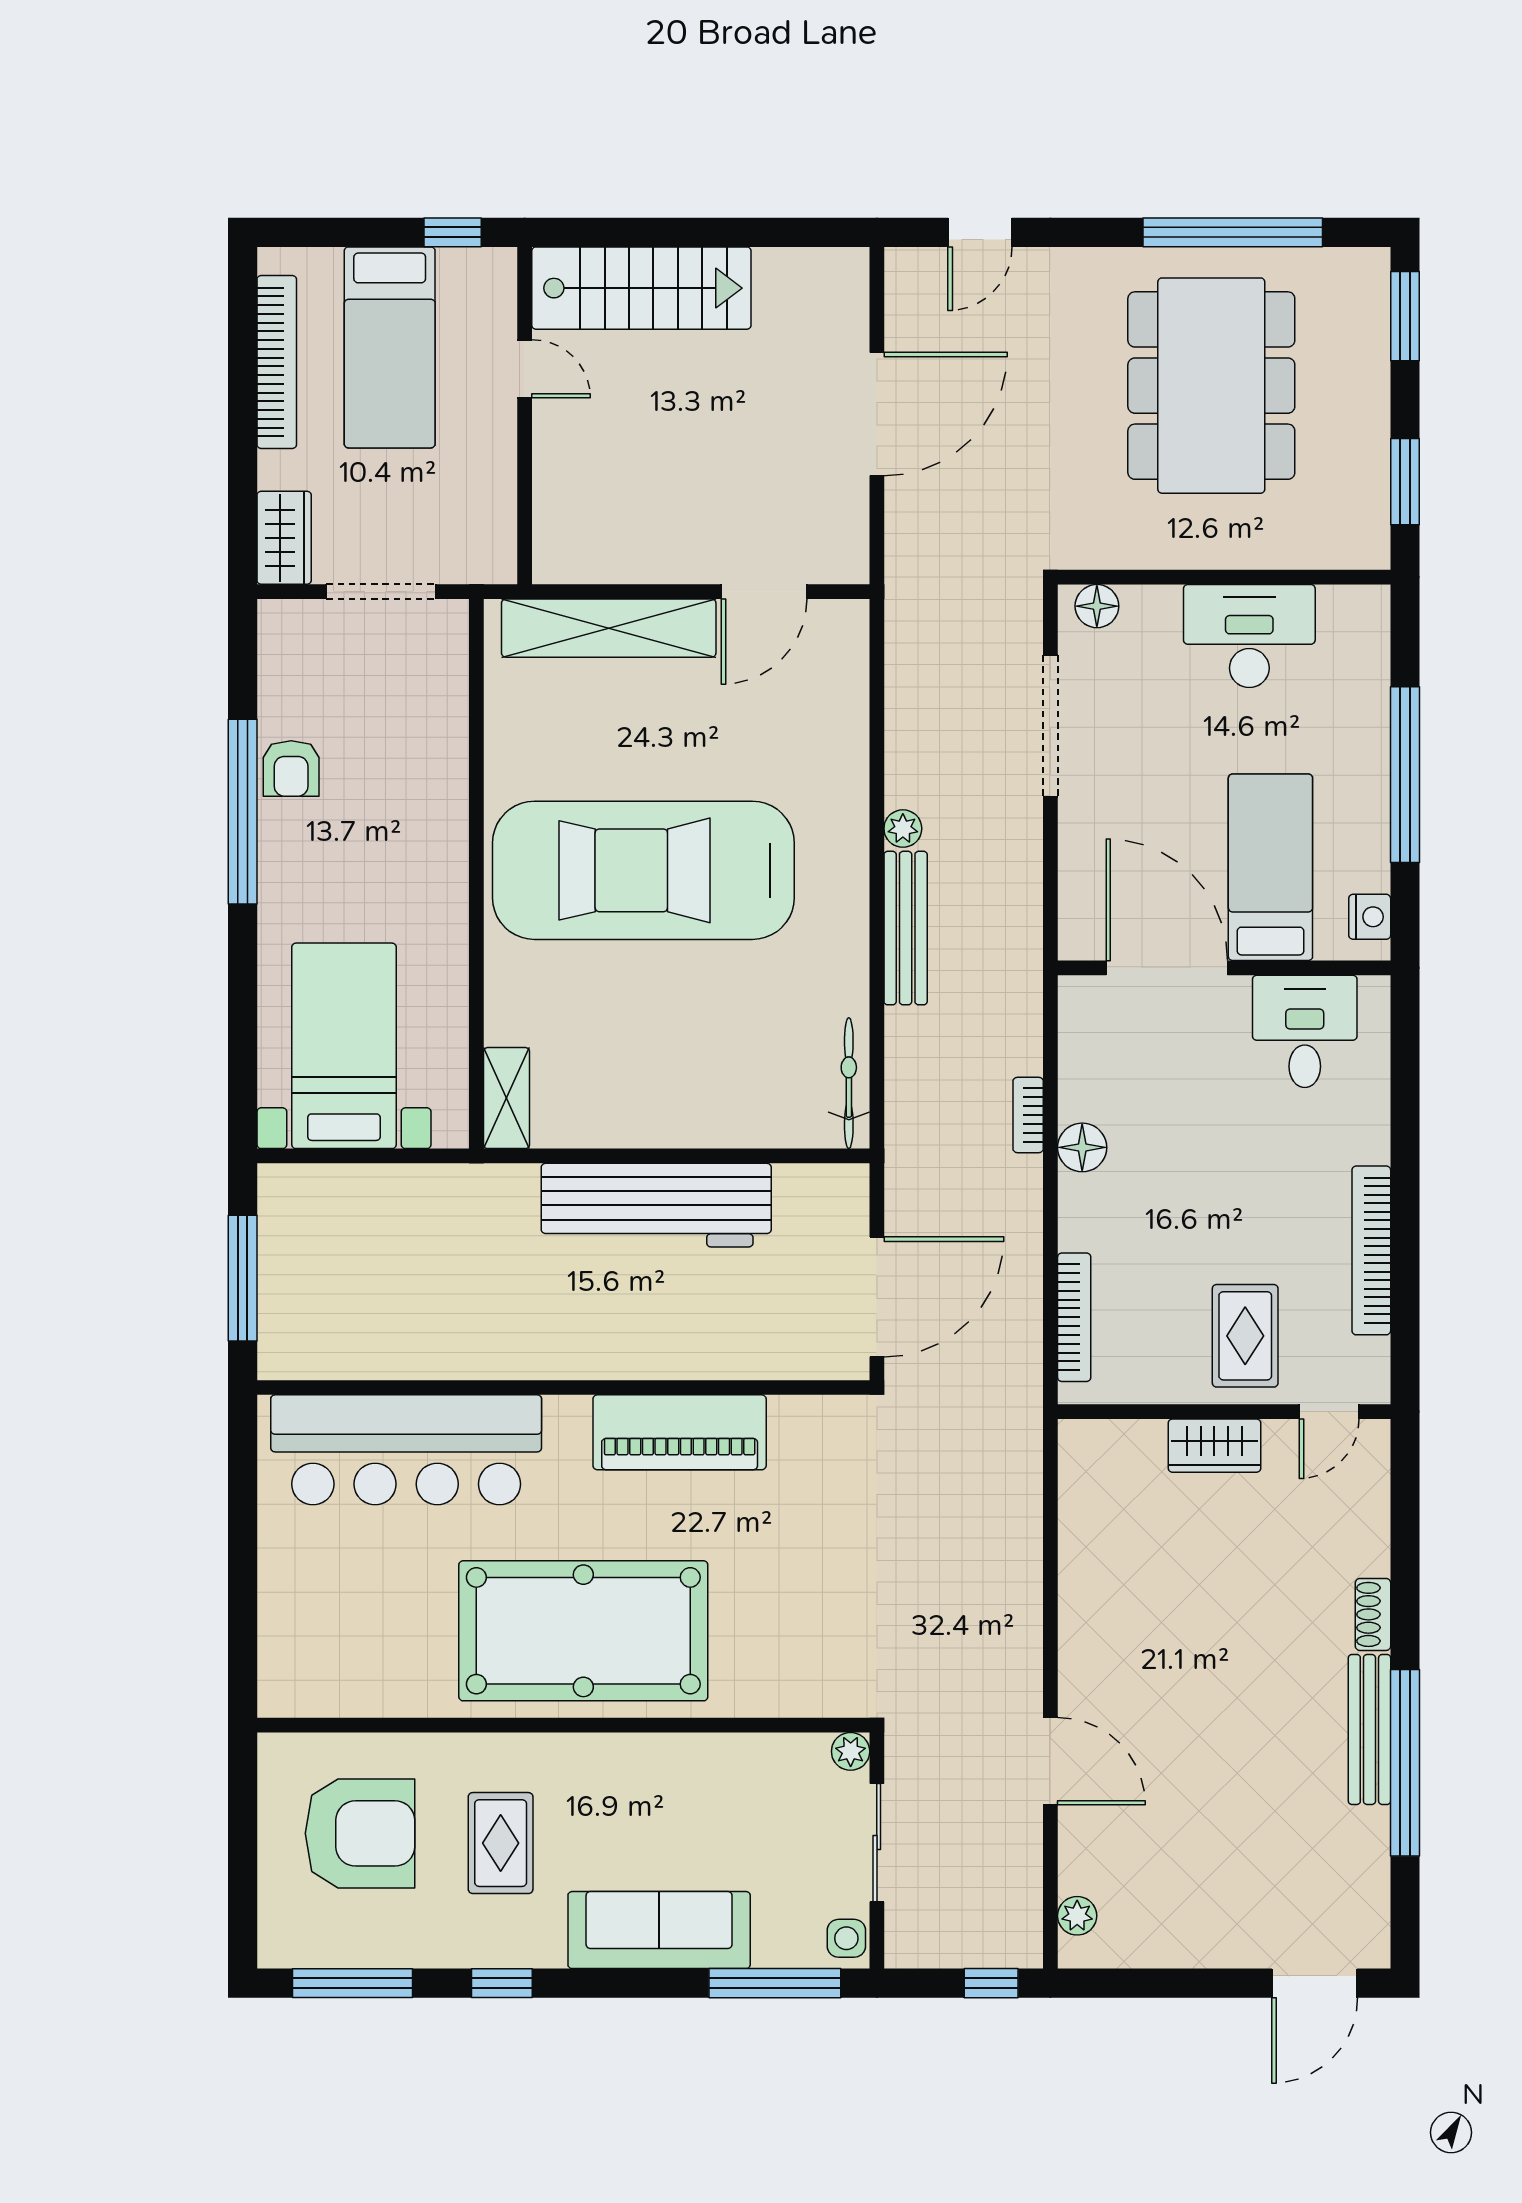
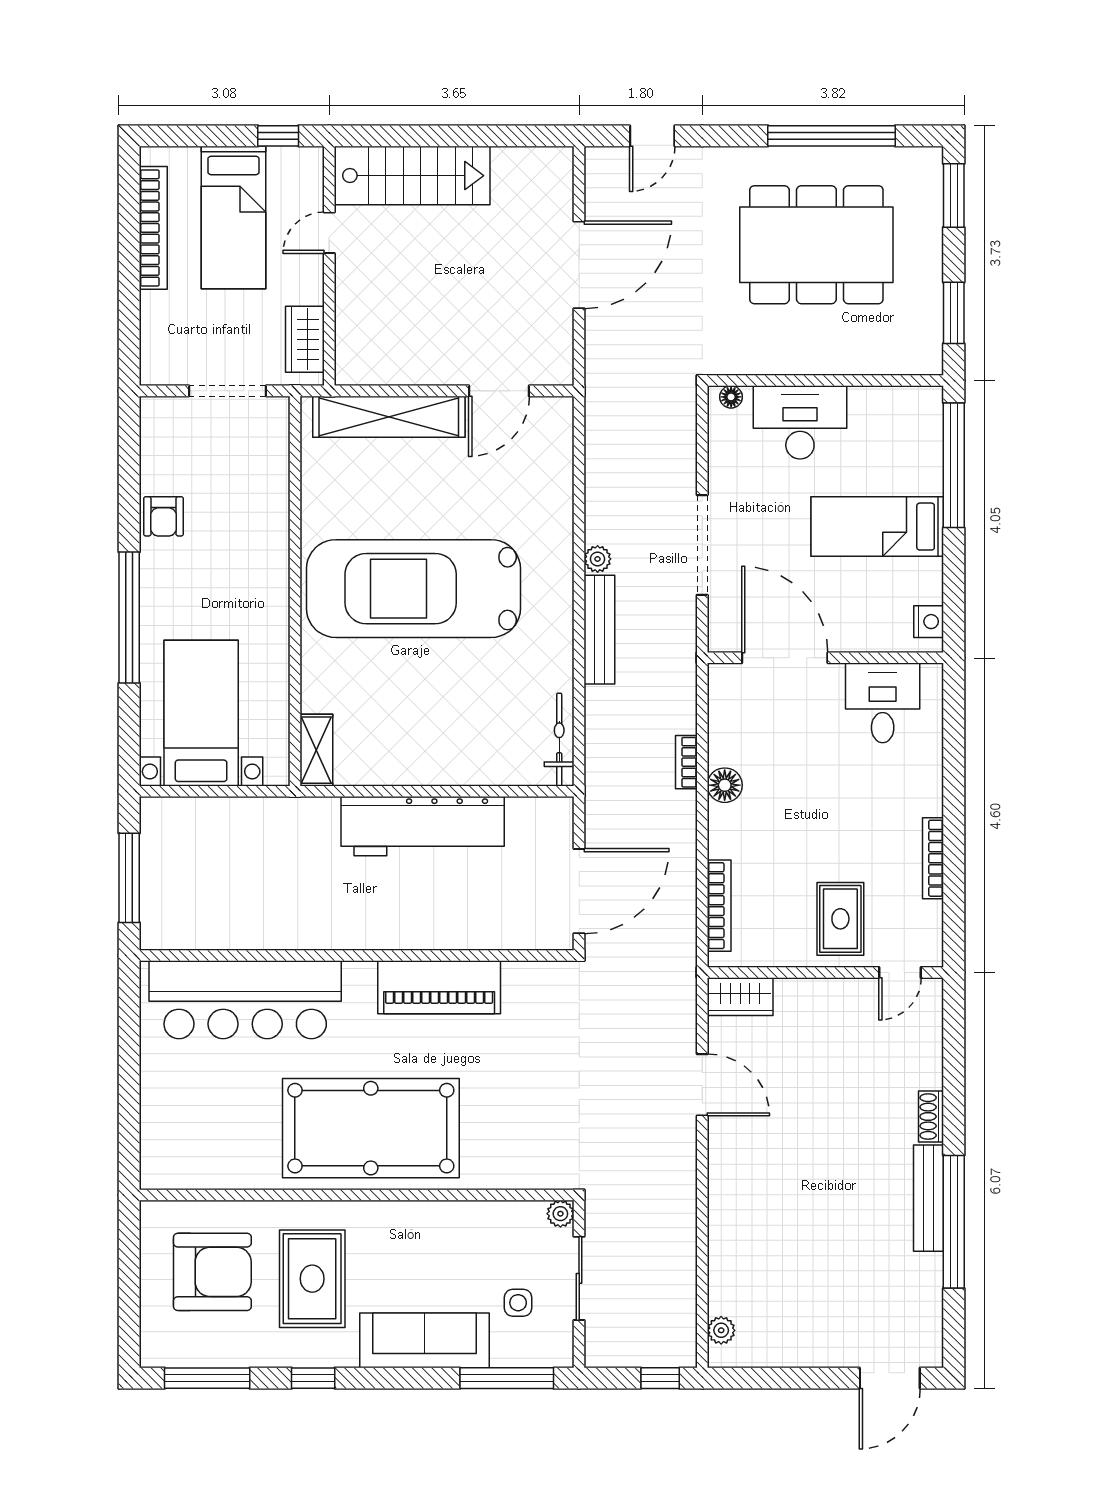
door: (525, 369) -> (329, 233), swing flipped
dining table: (1211, 386) -> (816, 245), turned 90
wardrobe: (284, 538) -> (305, 339), moved, turned 180
floor lamp: (1097, 606) -> (731, 397), width x0.73, depth x0.73
desk: (1249, 636) -> (800, 422), moved
doorway: (1050, 726) -> (702, 545), moved
window: (1405, 775) -> (954, 465), moved
window: (243, 812) -> (129, 617), moved
bed: (1270, 867) -> (877, 527), moved, turned -90
bookcase: (1371, 1250) -> (933, 858), width x0.68, depth x0.76
wardrobe: (1214, 1446) -> (740, 997), moved
door: (1050, 1761) -> (702, 1085), moved
rug: (501, 1843) -> (312, 1279), width x1.36, depth x1.43
side table: (846, 1938) -> (518, 1303), moved

